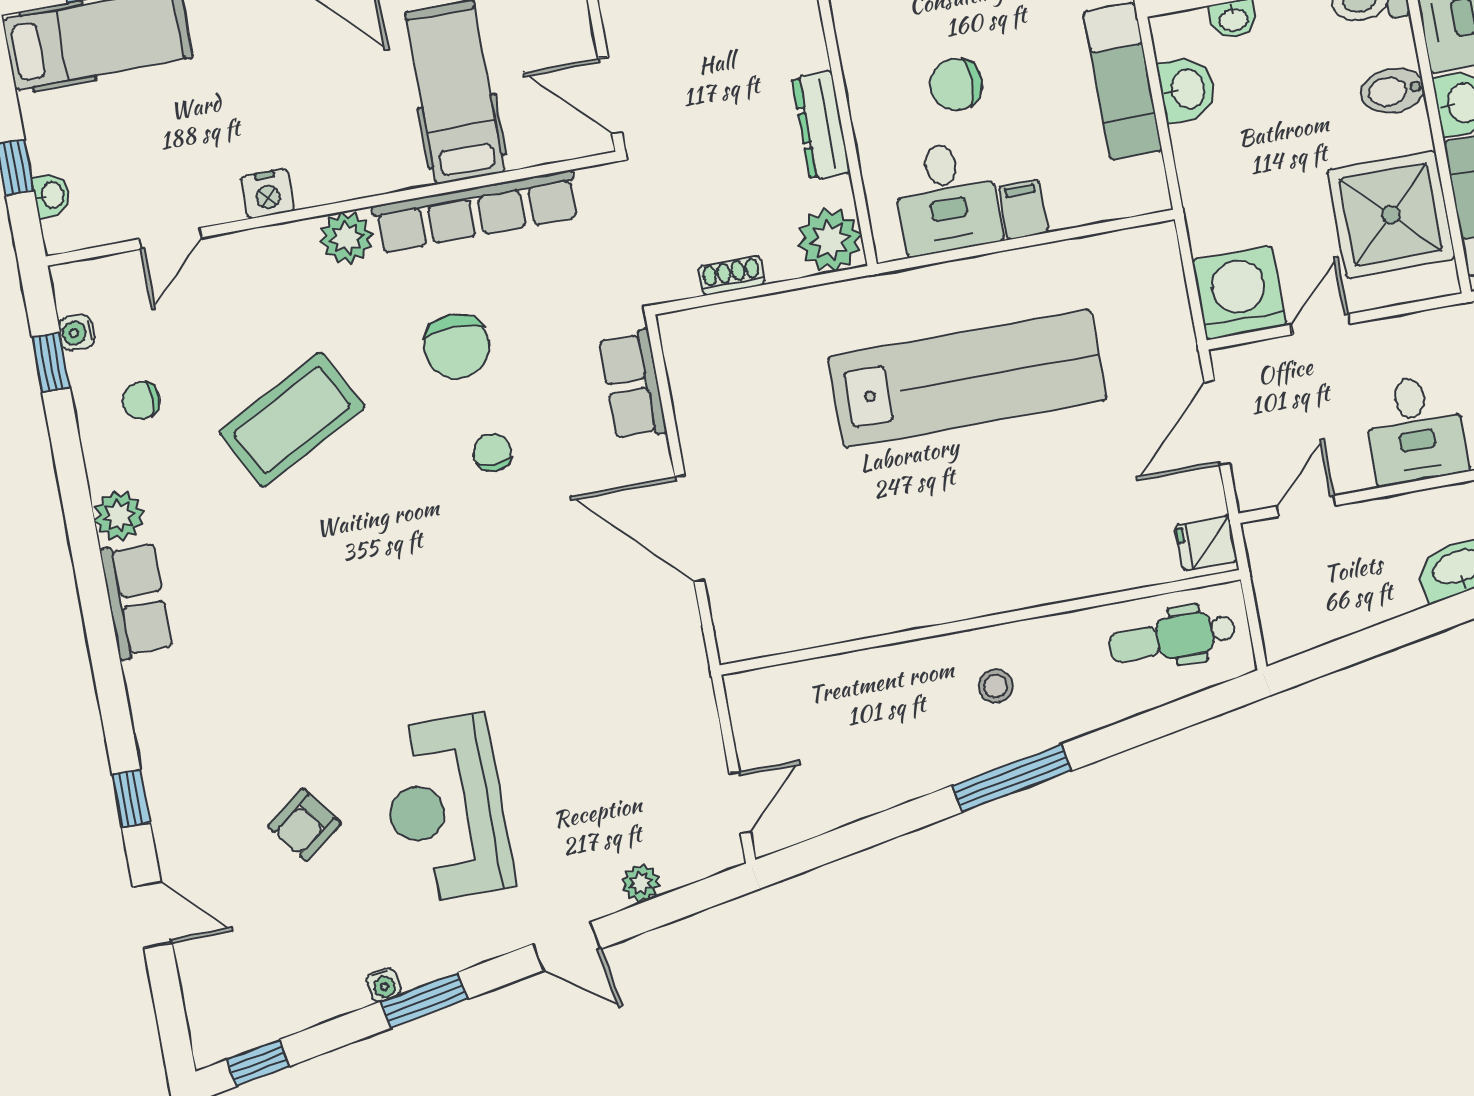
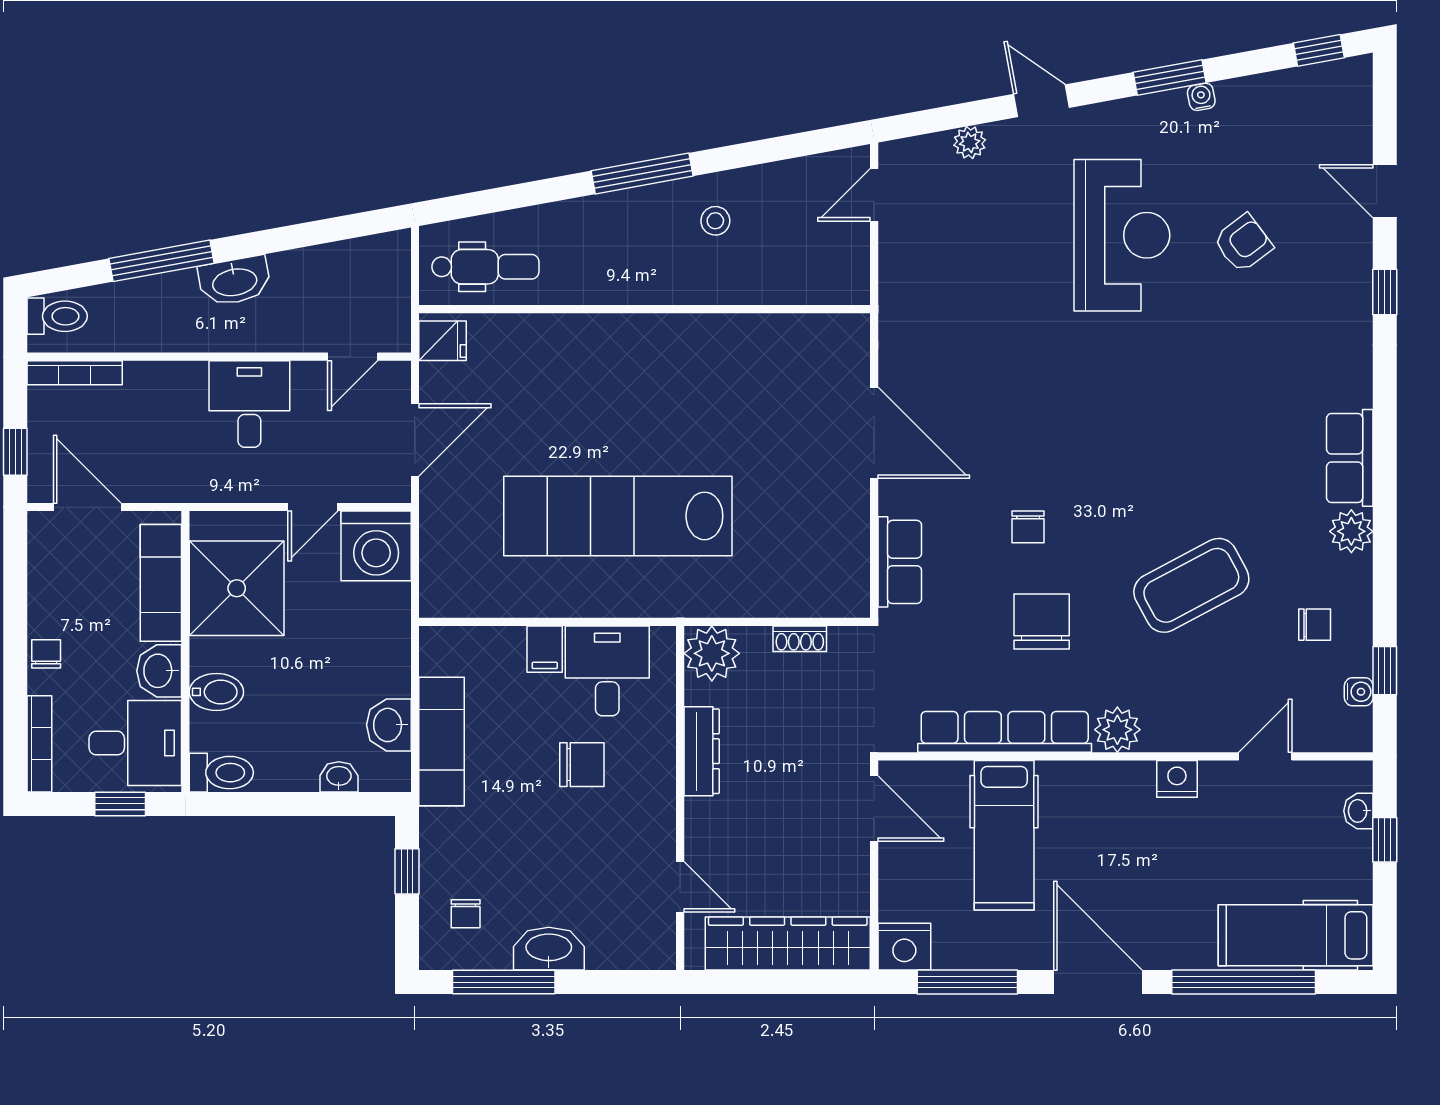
stool: (996, 686) -> (715, 221), moved

